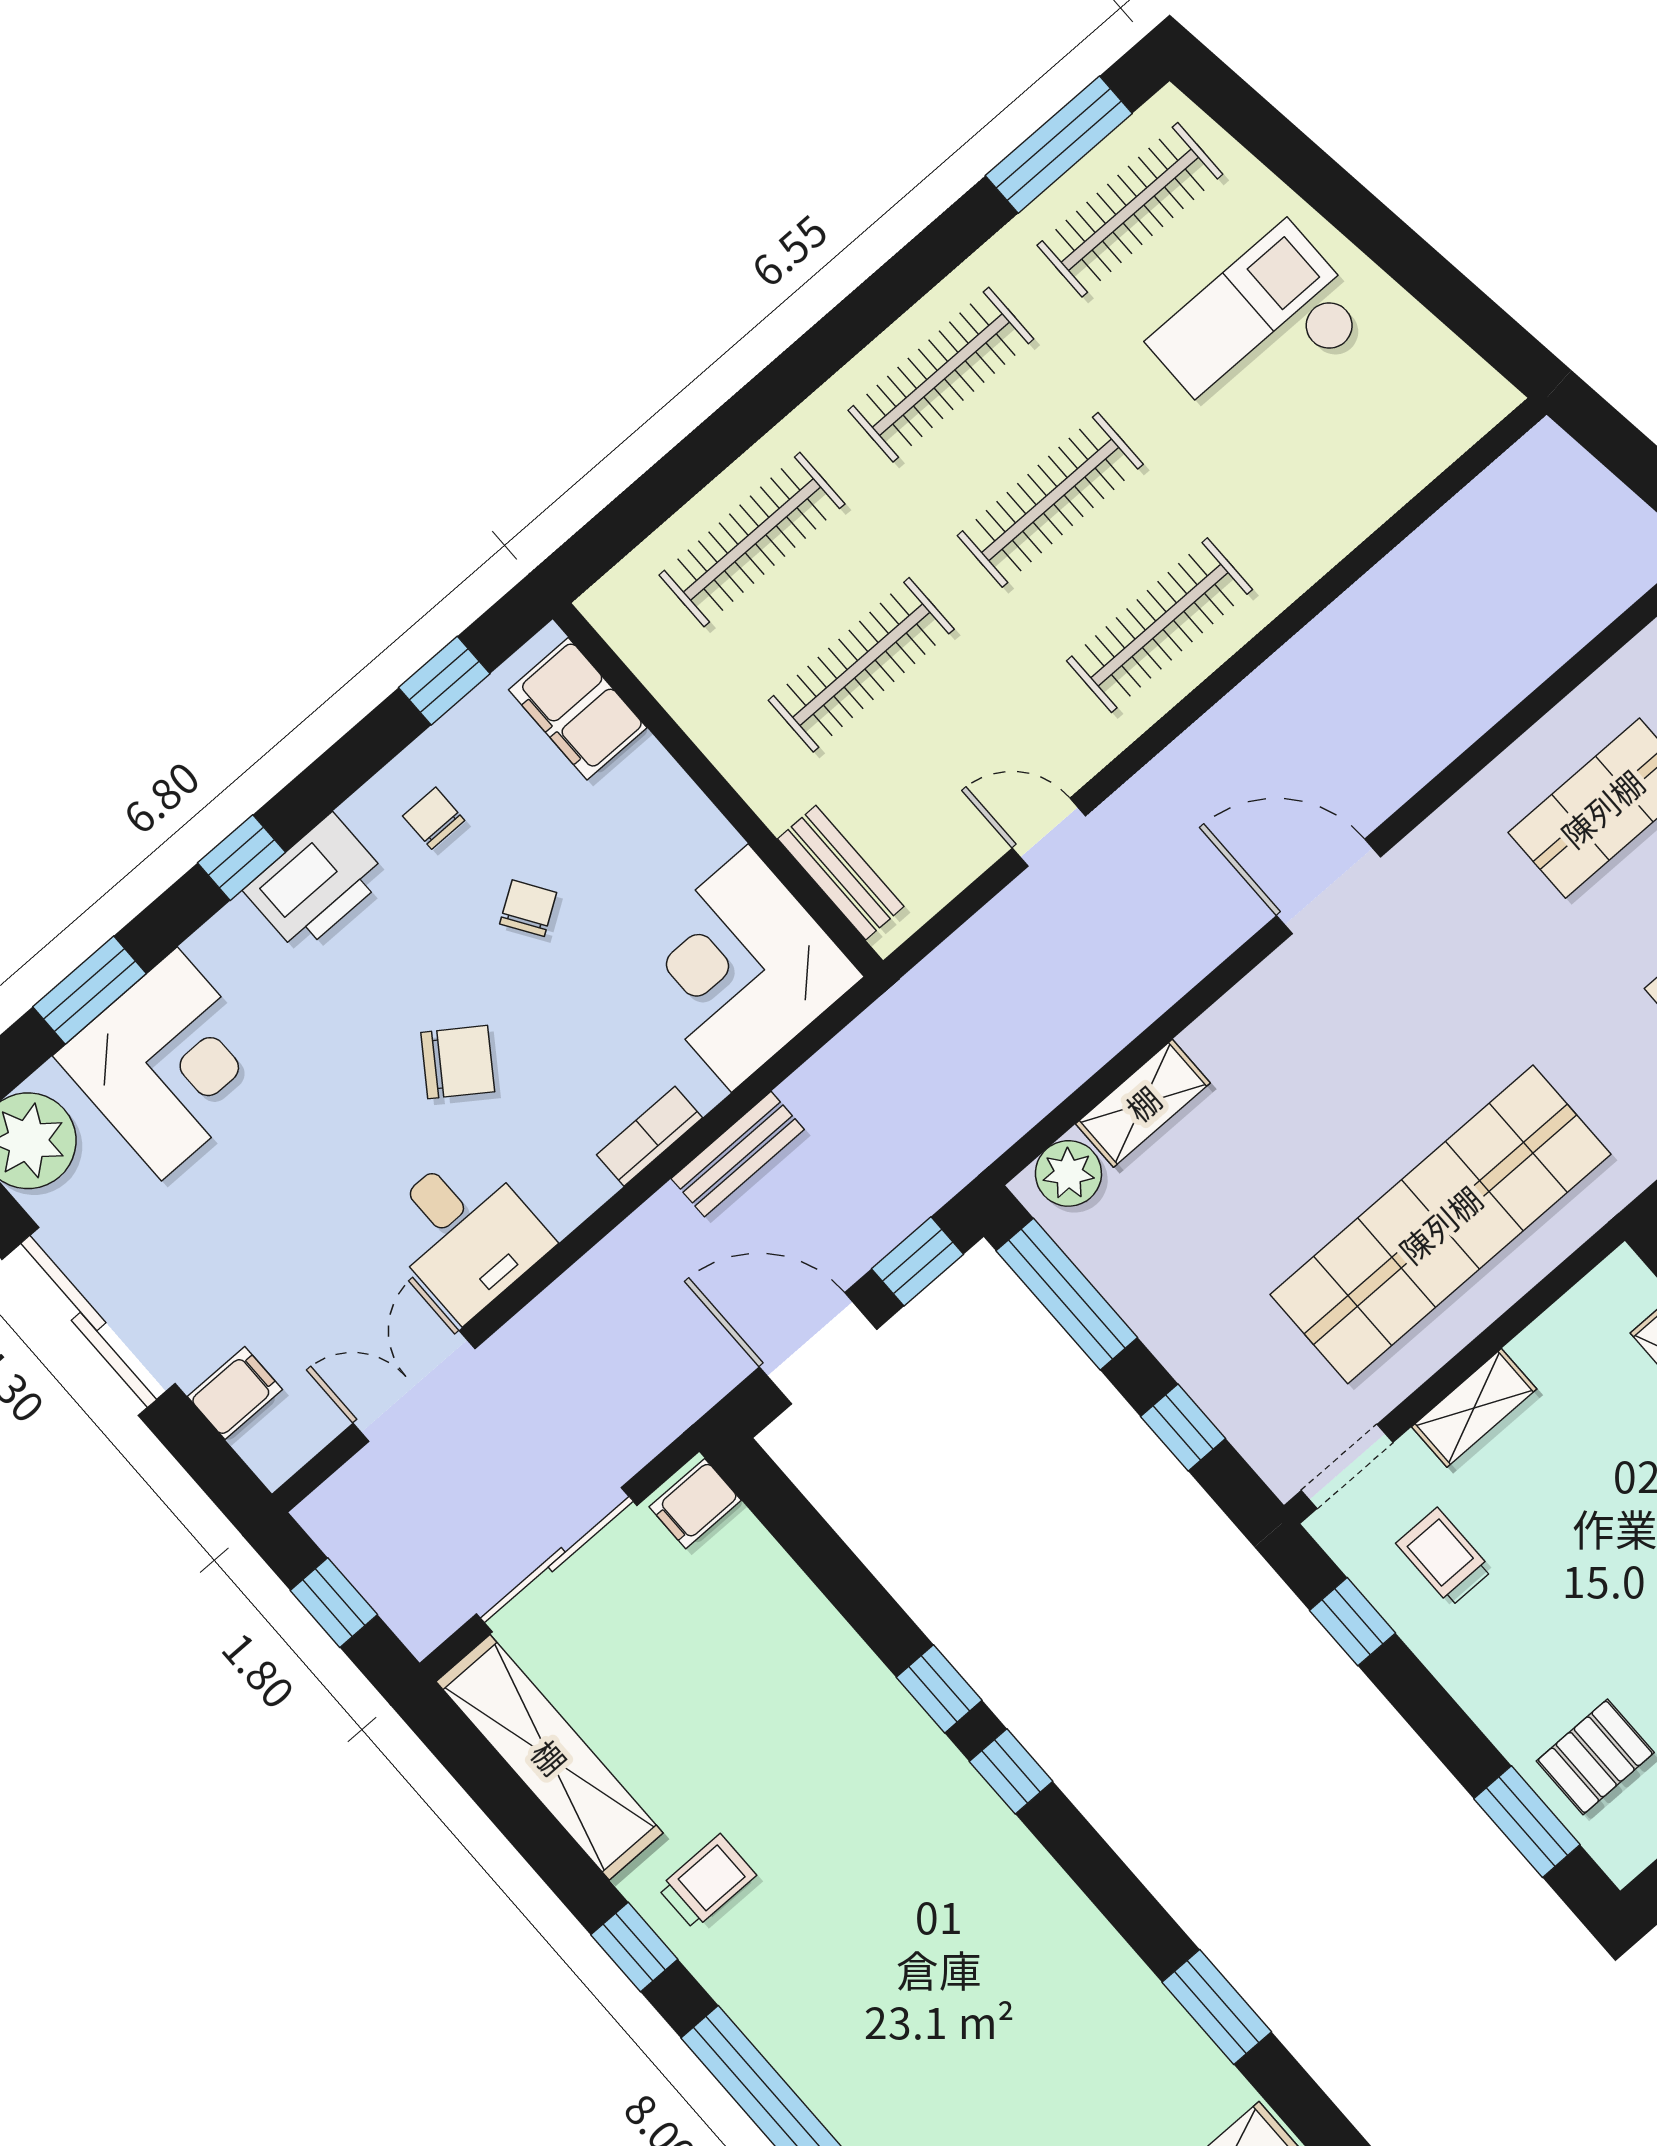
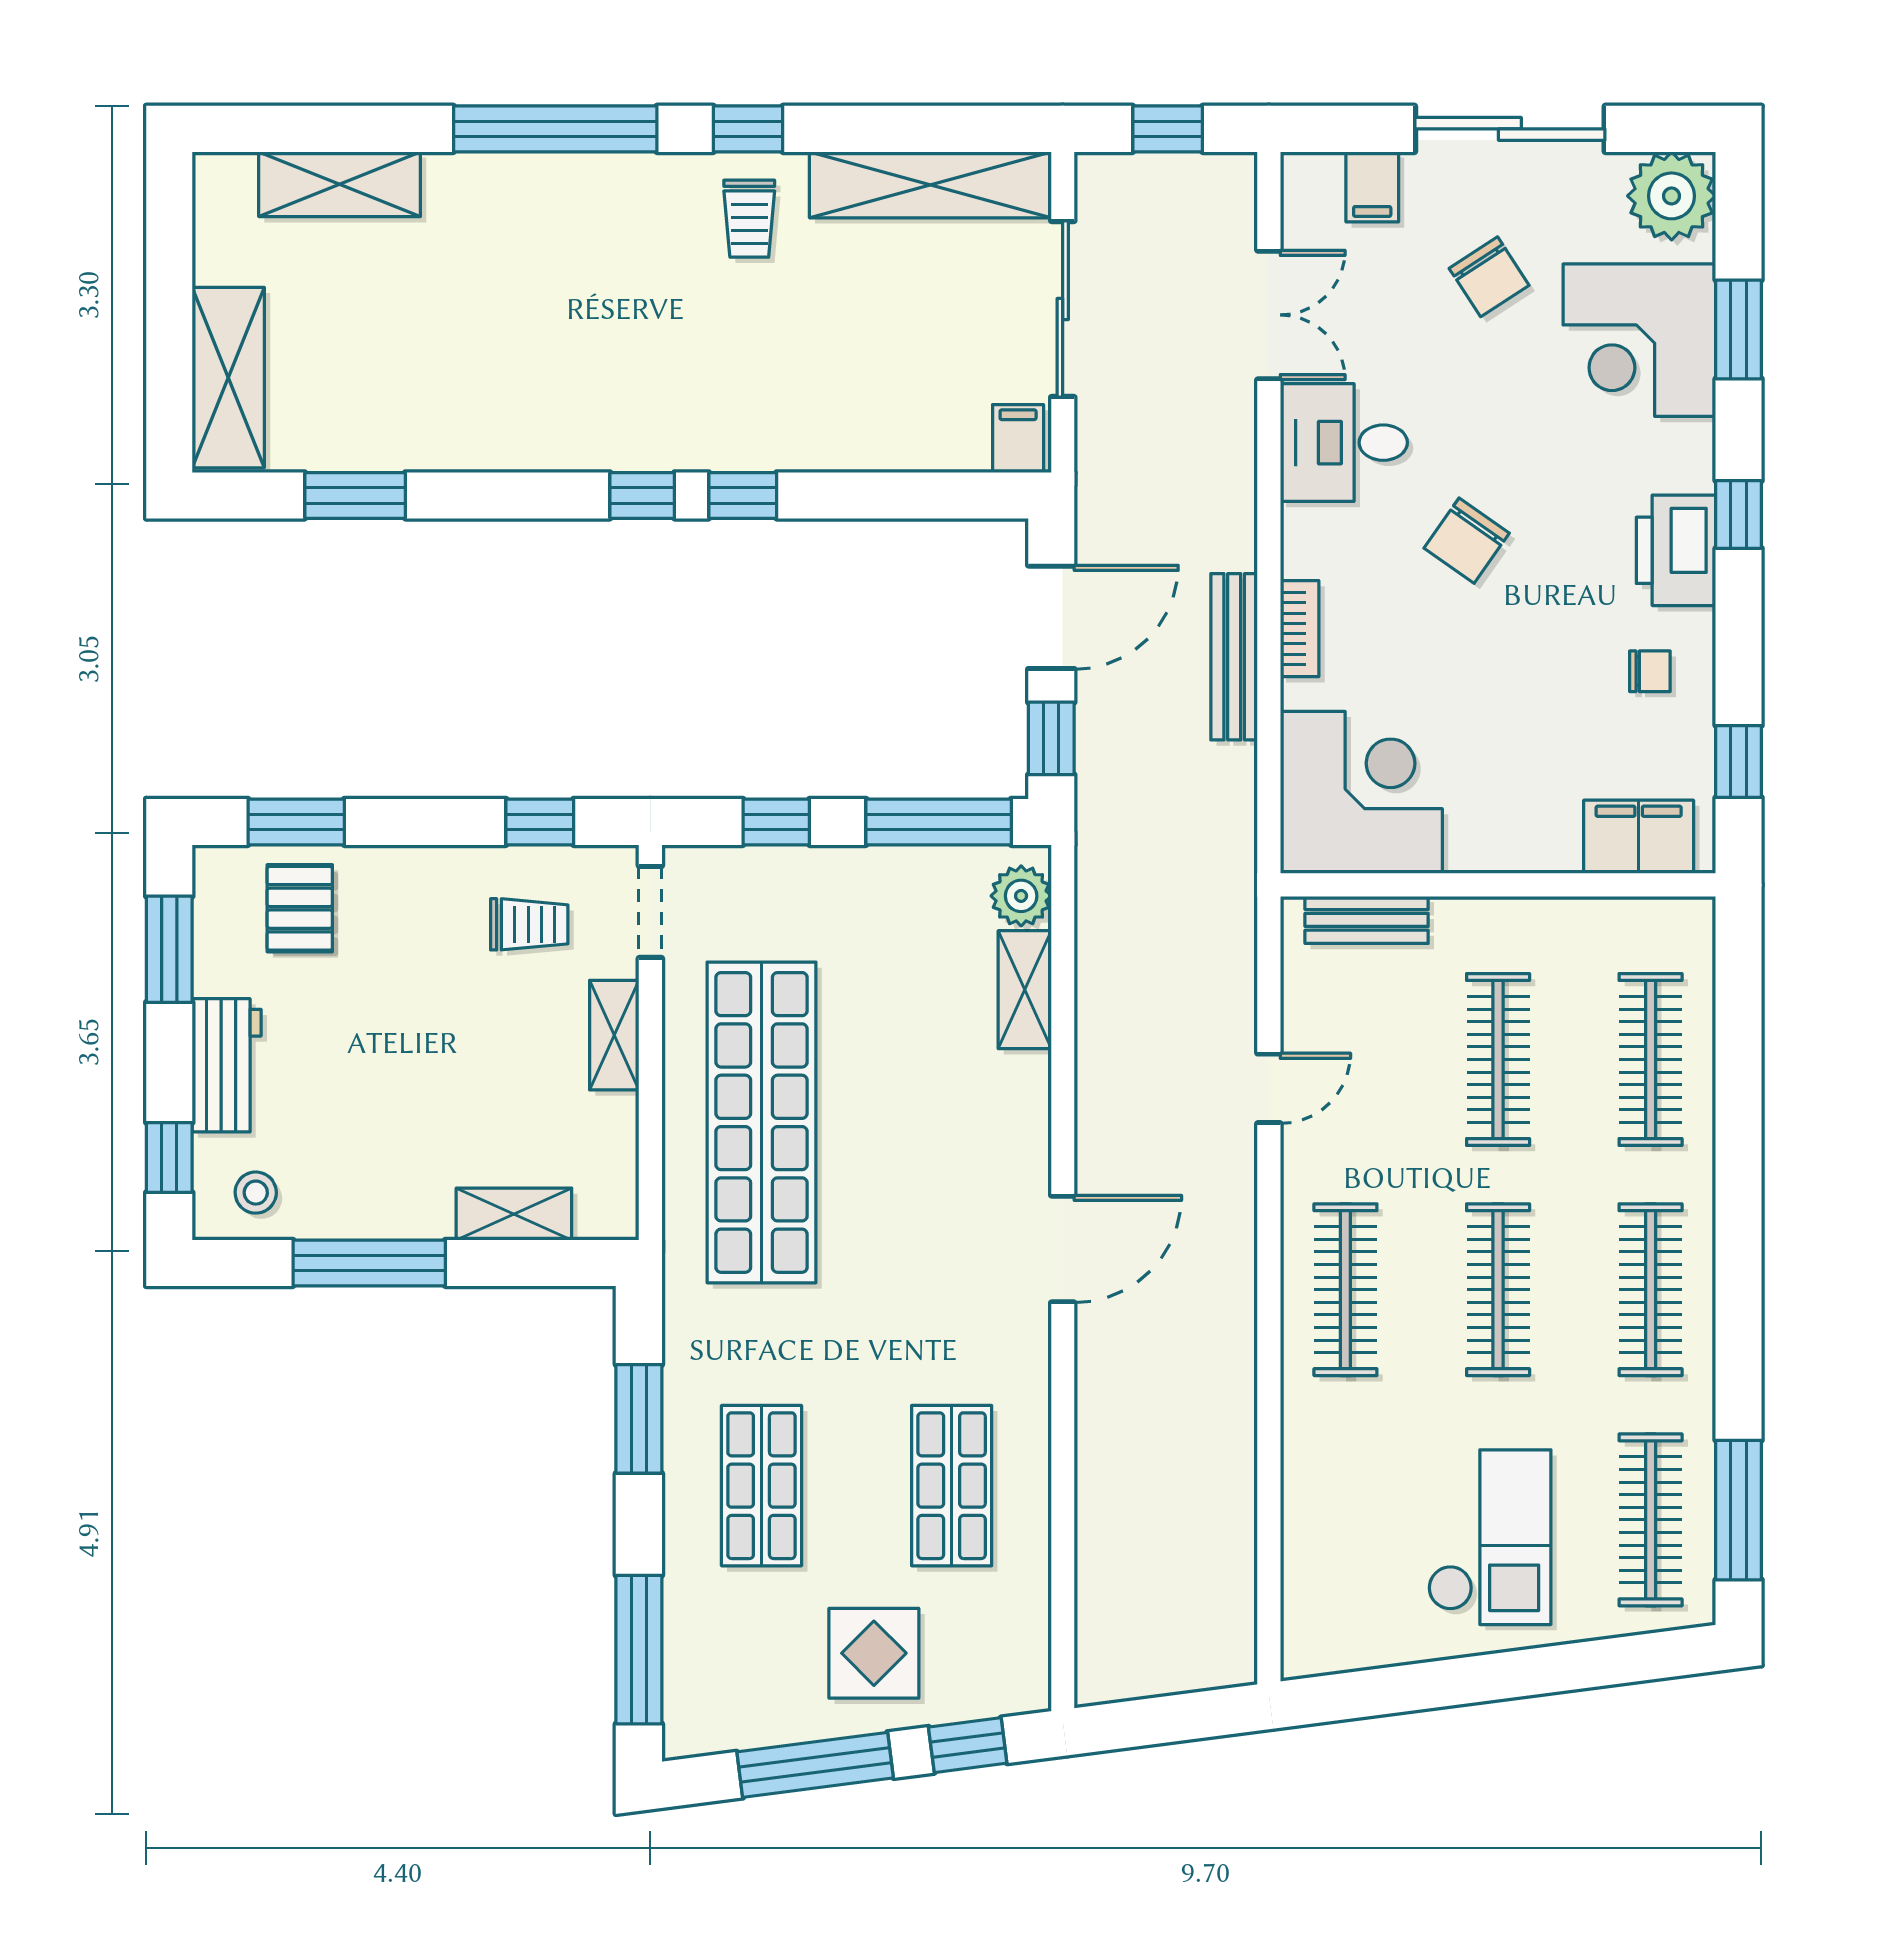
chair: (528, 908) -> (1489, 277), moved, width x1.37, depth x1.37
bench: (738, 1154) -> (1234, 657), width x1.36

